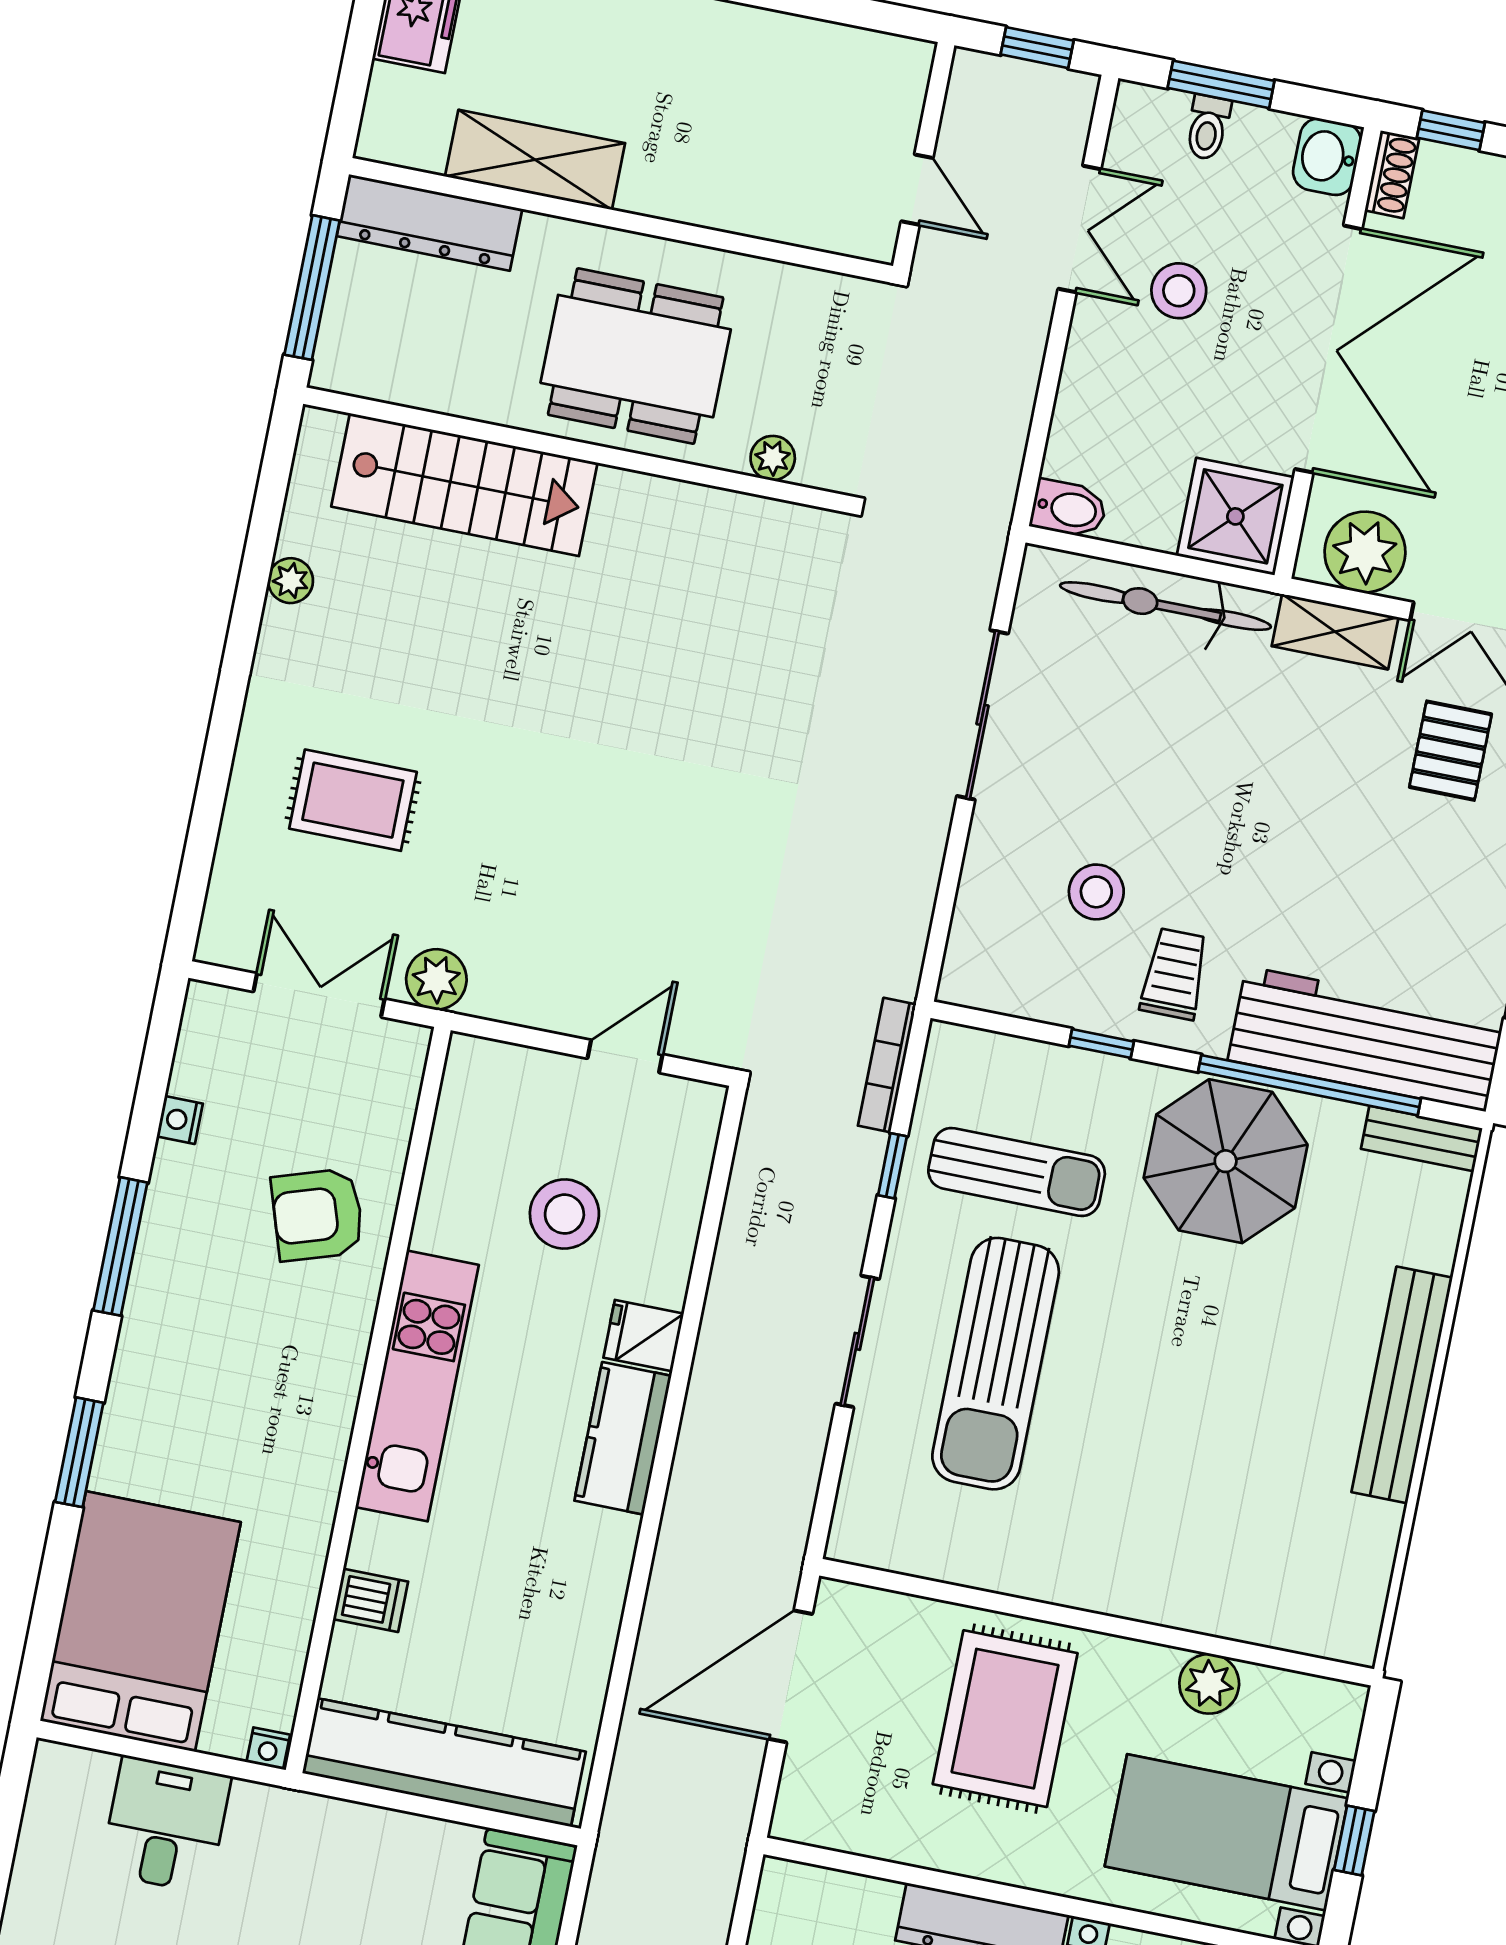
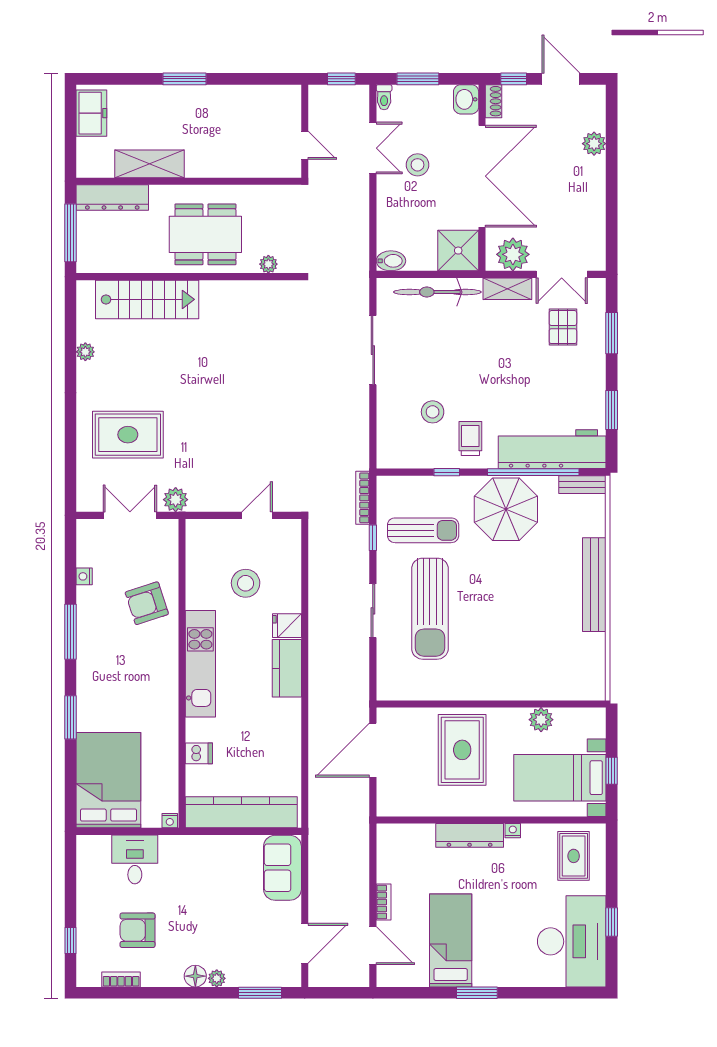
toilet: (1208, 127) -> (384, 97), moved
rug: (353, 800) -> (128, 435), width x1.36, depth x1.43

